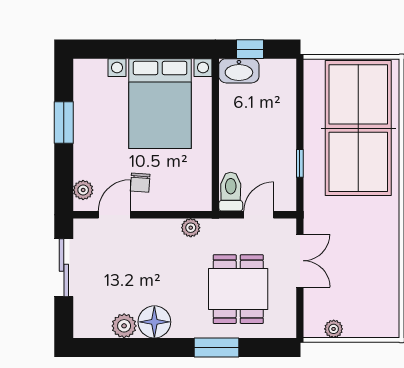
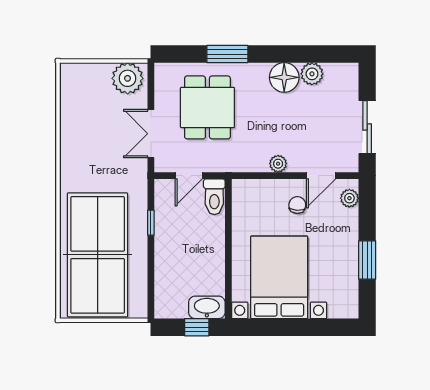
plant: (191, 228) -> (278, 164), moved
plant: (334, 329) -> (128, 78), width x1.88, depth x1.88

